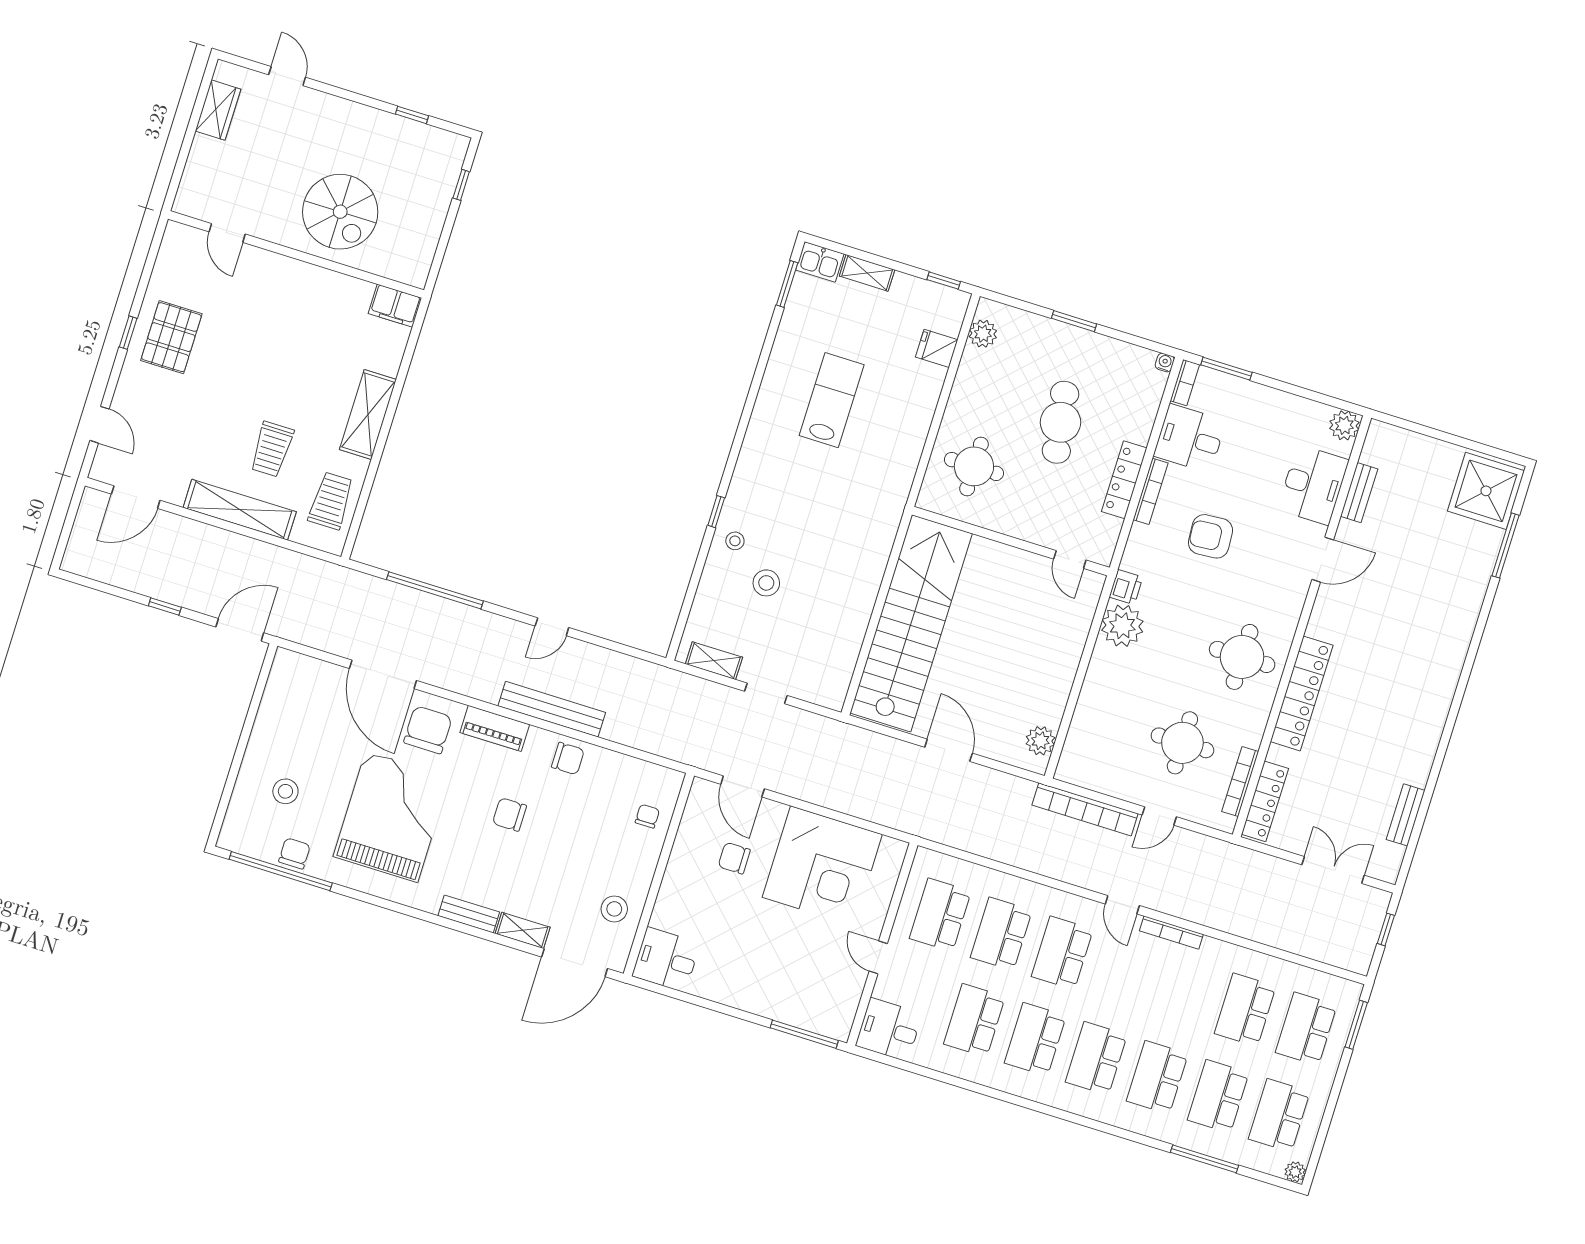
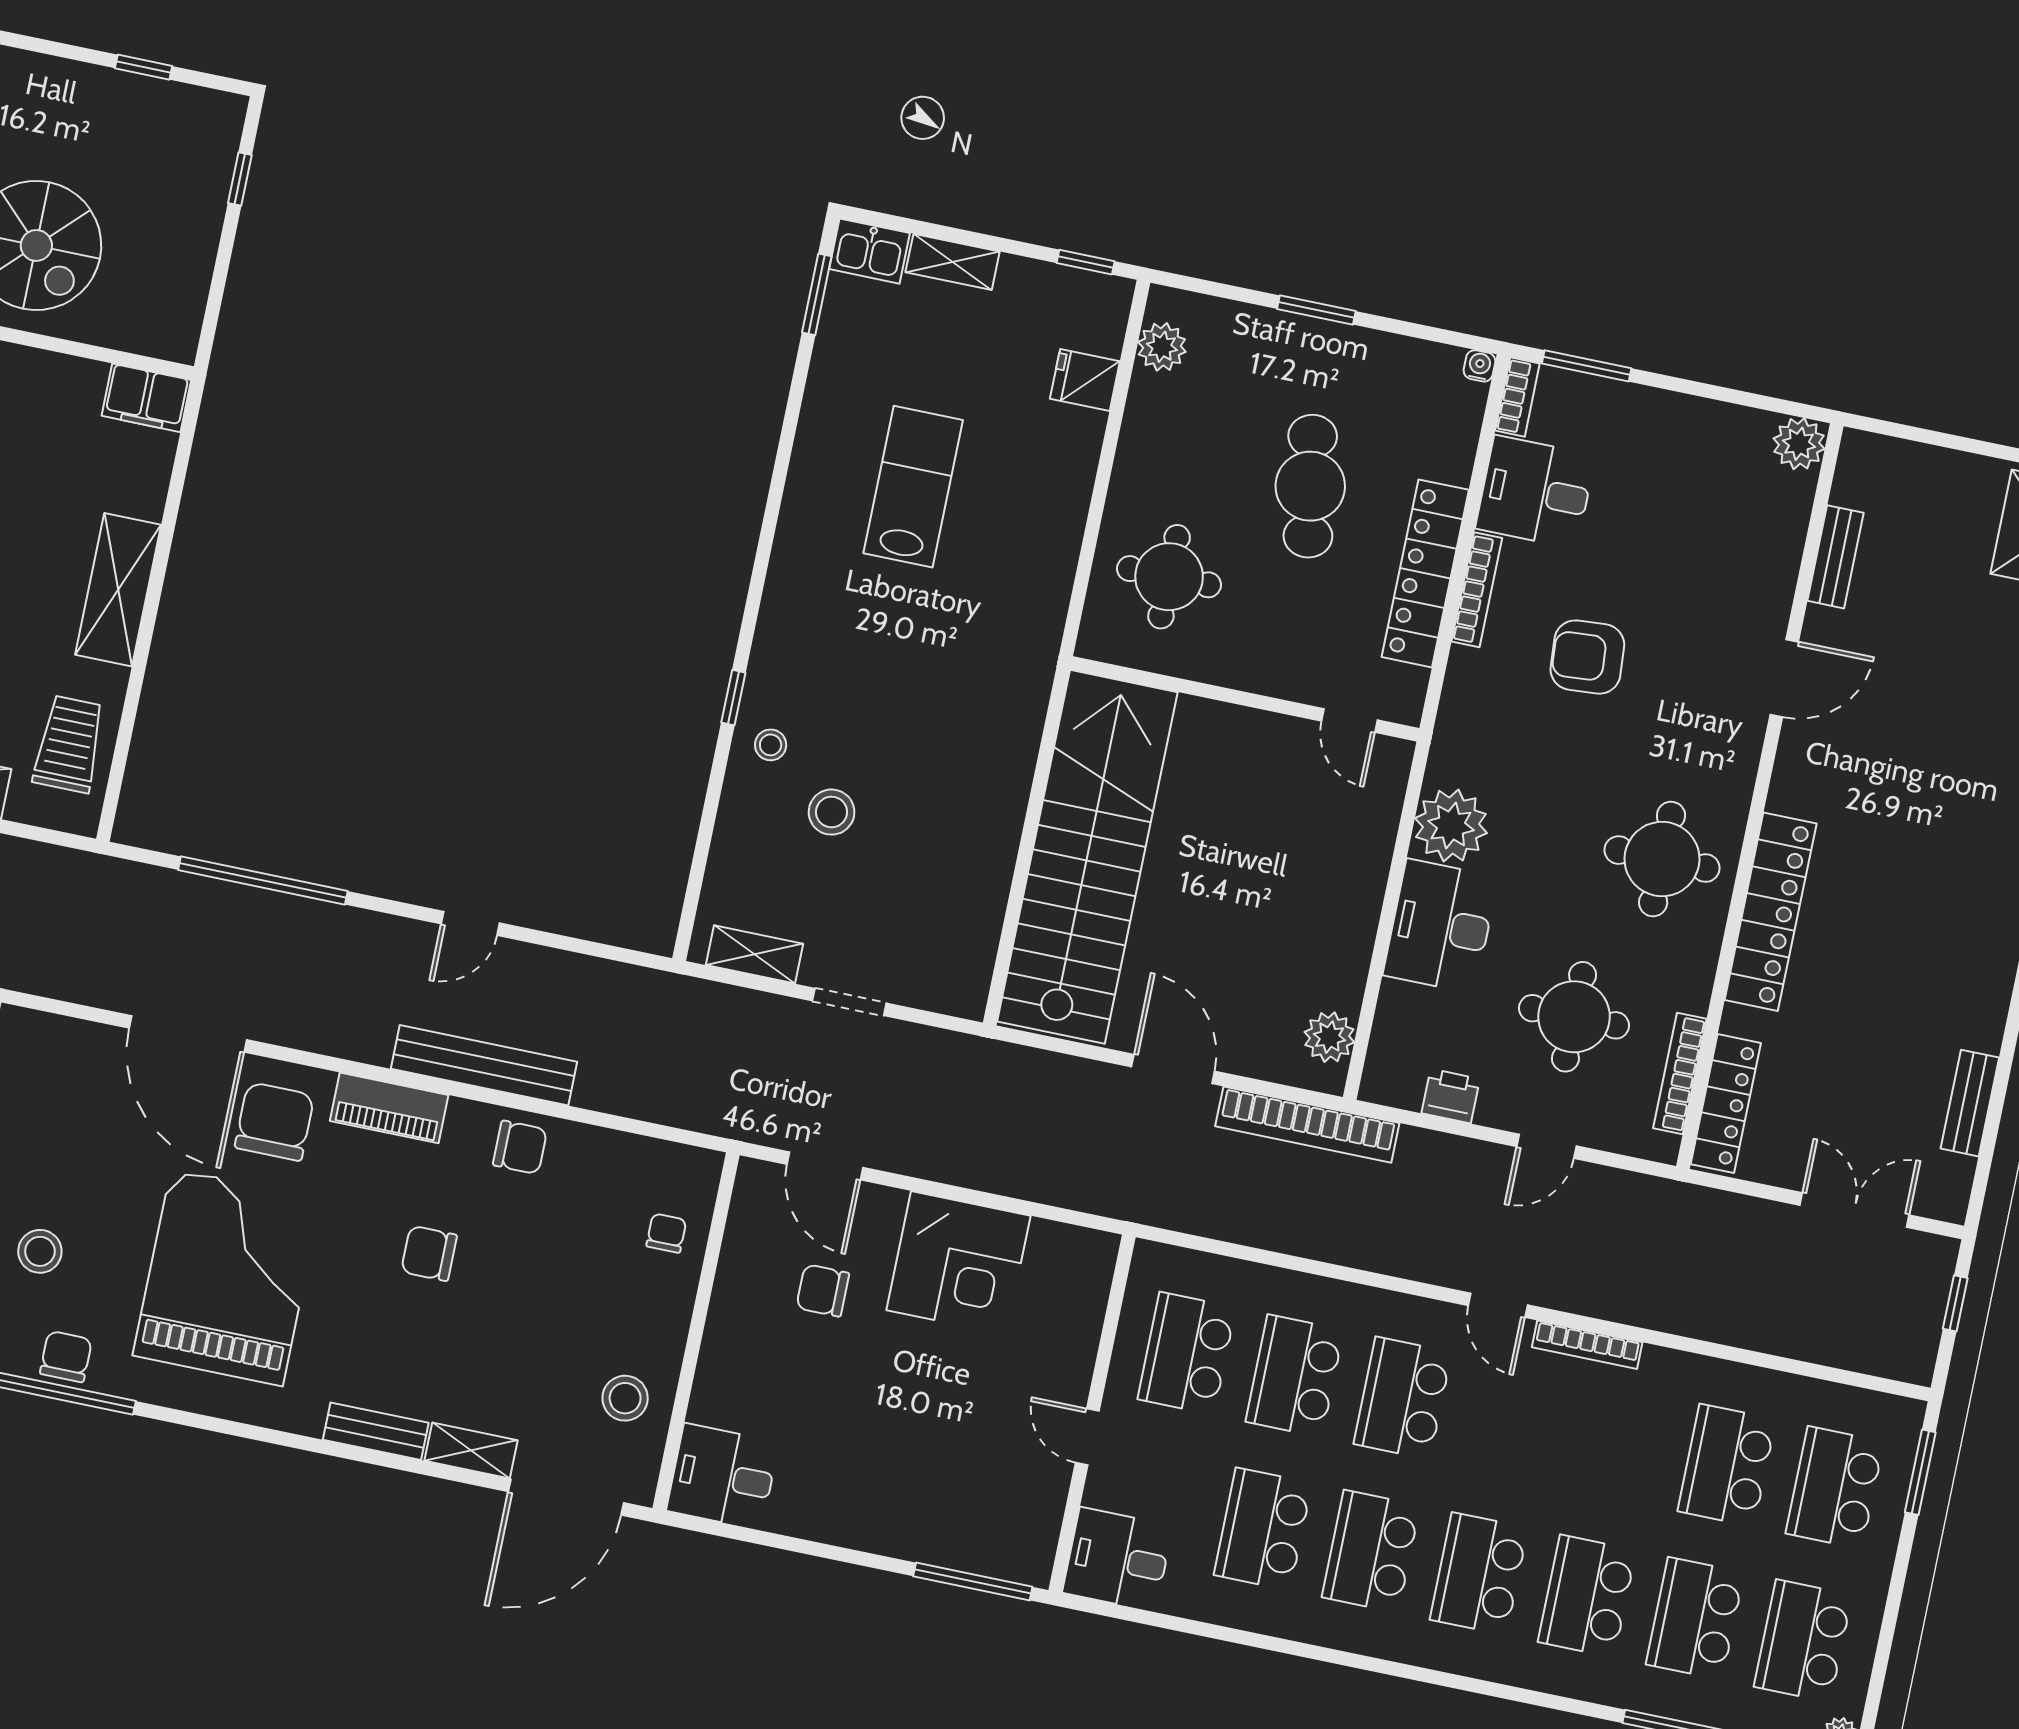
locker: (1124, 480) -> (1425, 573), width x1.41, depth x1.21
desk: (1313, 485) -> (1441, 926), moved, turned 180
printer: (1126, 587) -> (1451, 1096), moved, turned -90
bookcase: (1085, 809) -> (1307, 1125), moved
corner desk: (822, 866) -> (959, 1263), width x0.74, depth x0.74

